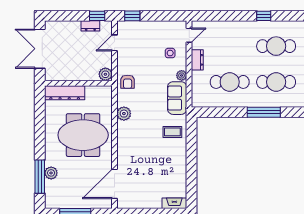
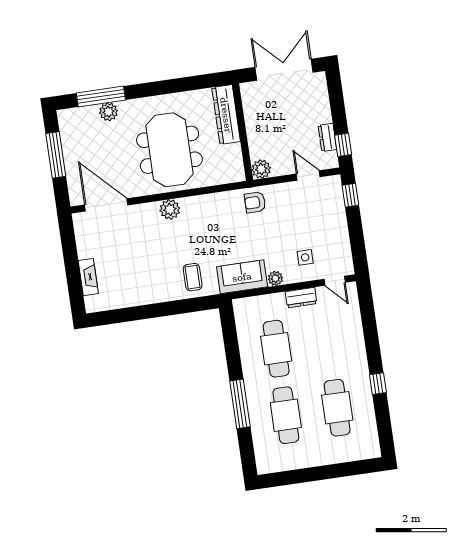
plant: (124, 114) -> (170, 209), moved
fireplace: (174, 203) -> (88, 277), moved

